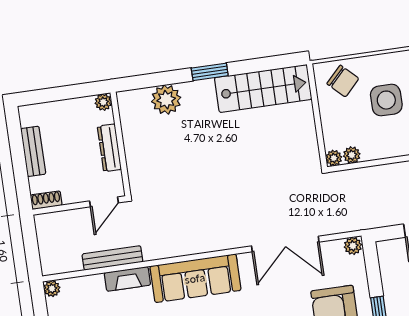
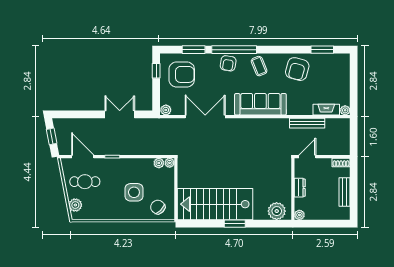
stairs: (263, 88) -> (215, 204), width x1.36, depth x1.51
plant: (166, 100) -> (277, 211), moved
dresser: (109, 148) -> (300, 188), width x0.70
fireplace: (127, 279) -> (326, 110), moved

